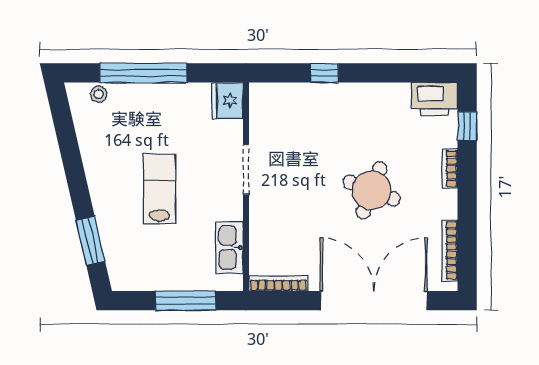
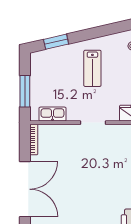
lab bench: (160, 189) -> (92, 68), moved, turned 90
round table: (372, 190) -> (82, 188), removed

